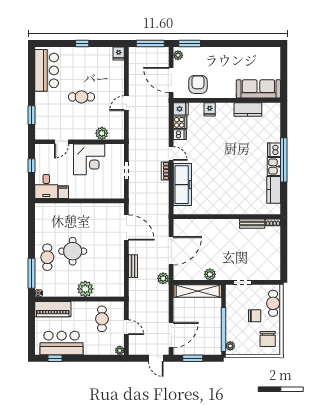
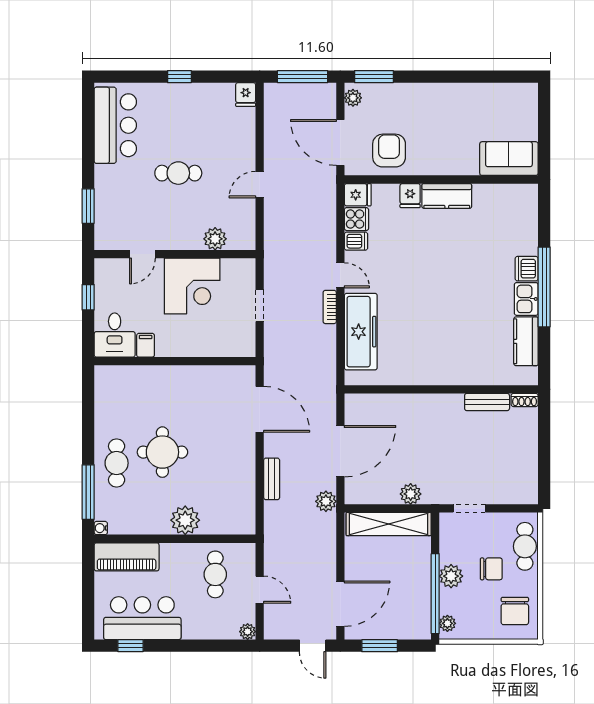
sofa: (258, 89) -> (509, 159), width x0.73
kitchen counter: (248, 110) -> (447, 196), moved
plant: (232, 320) -> (451, 576), added

